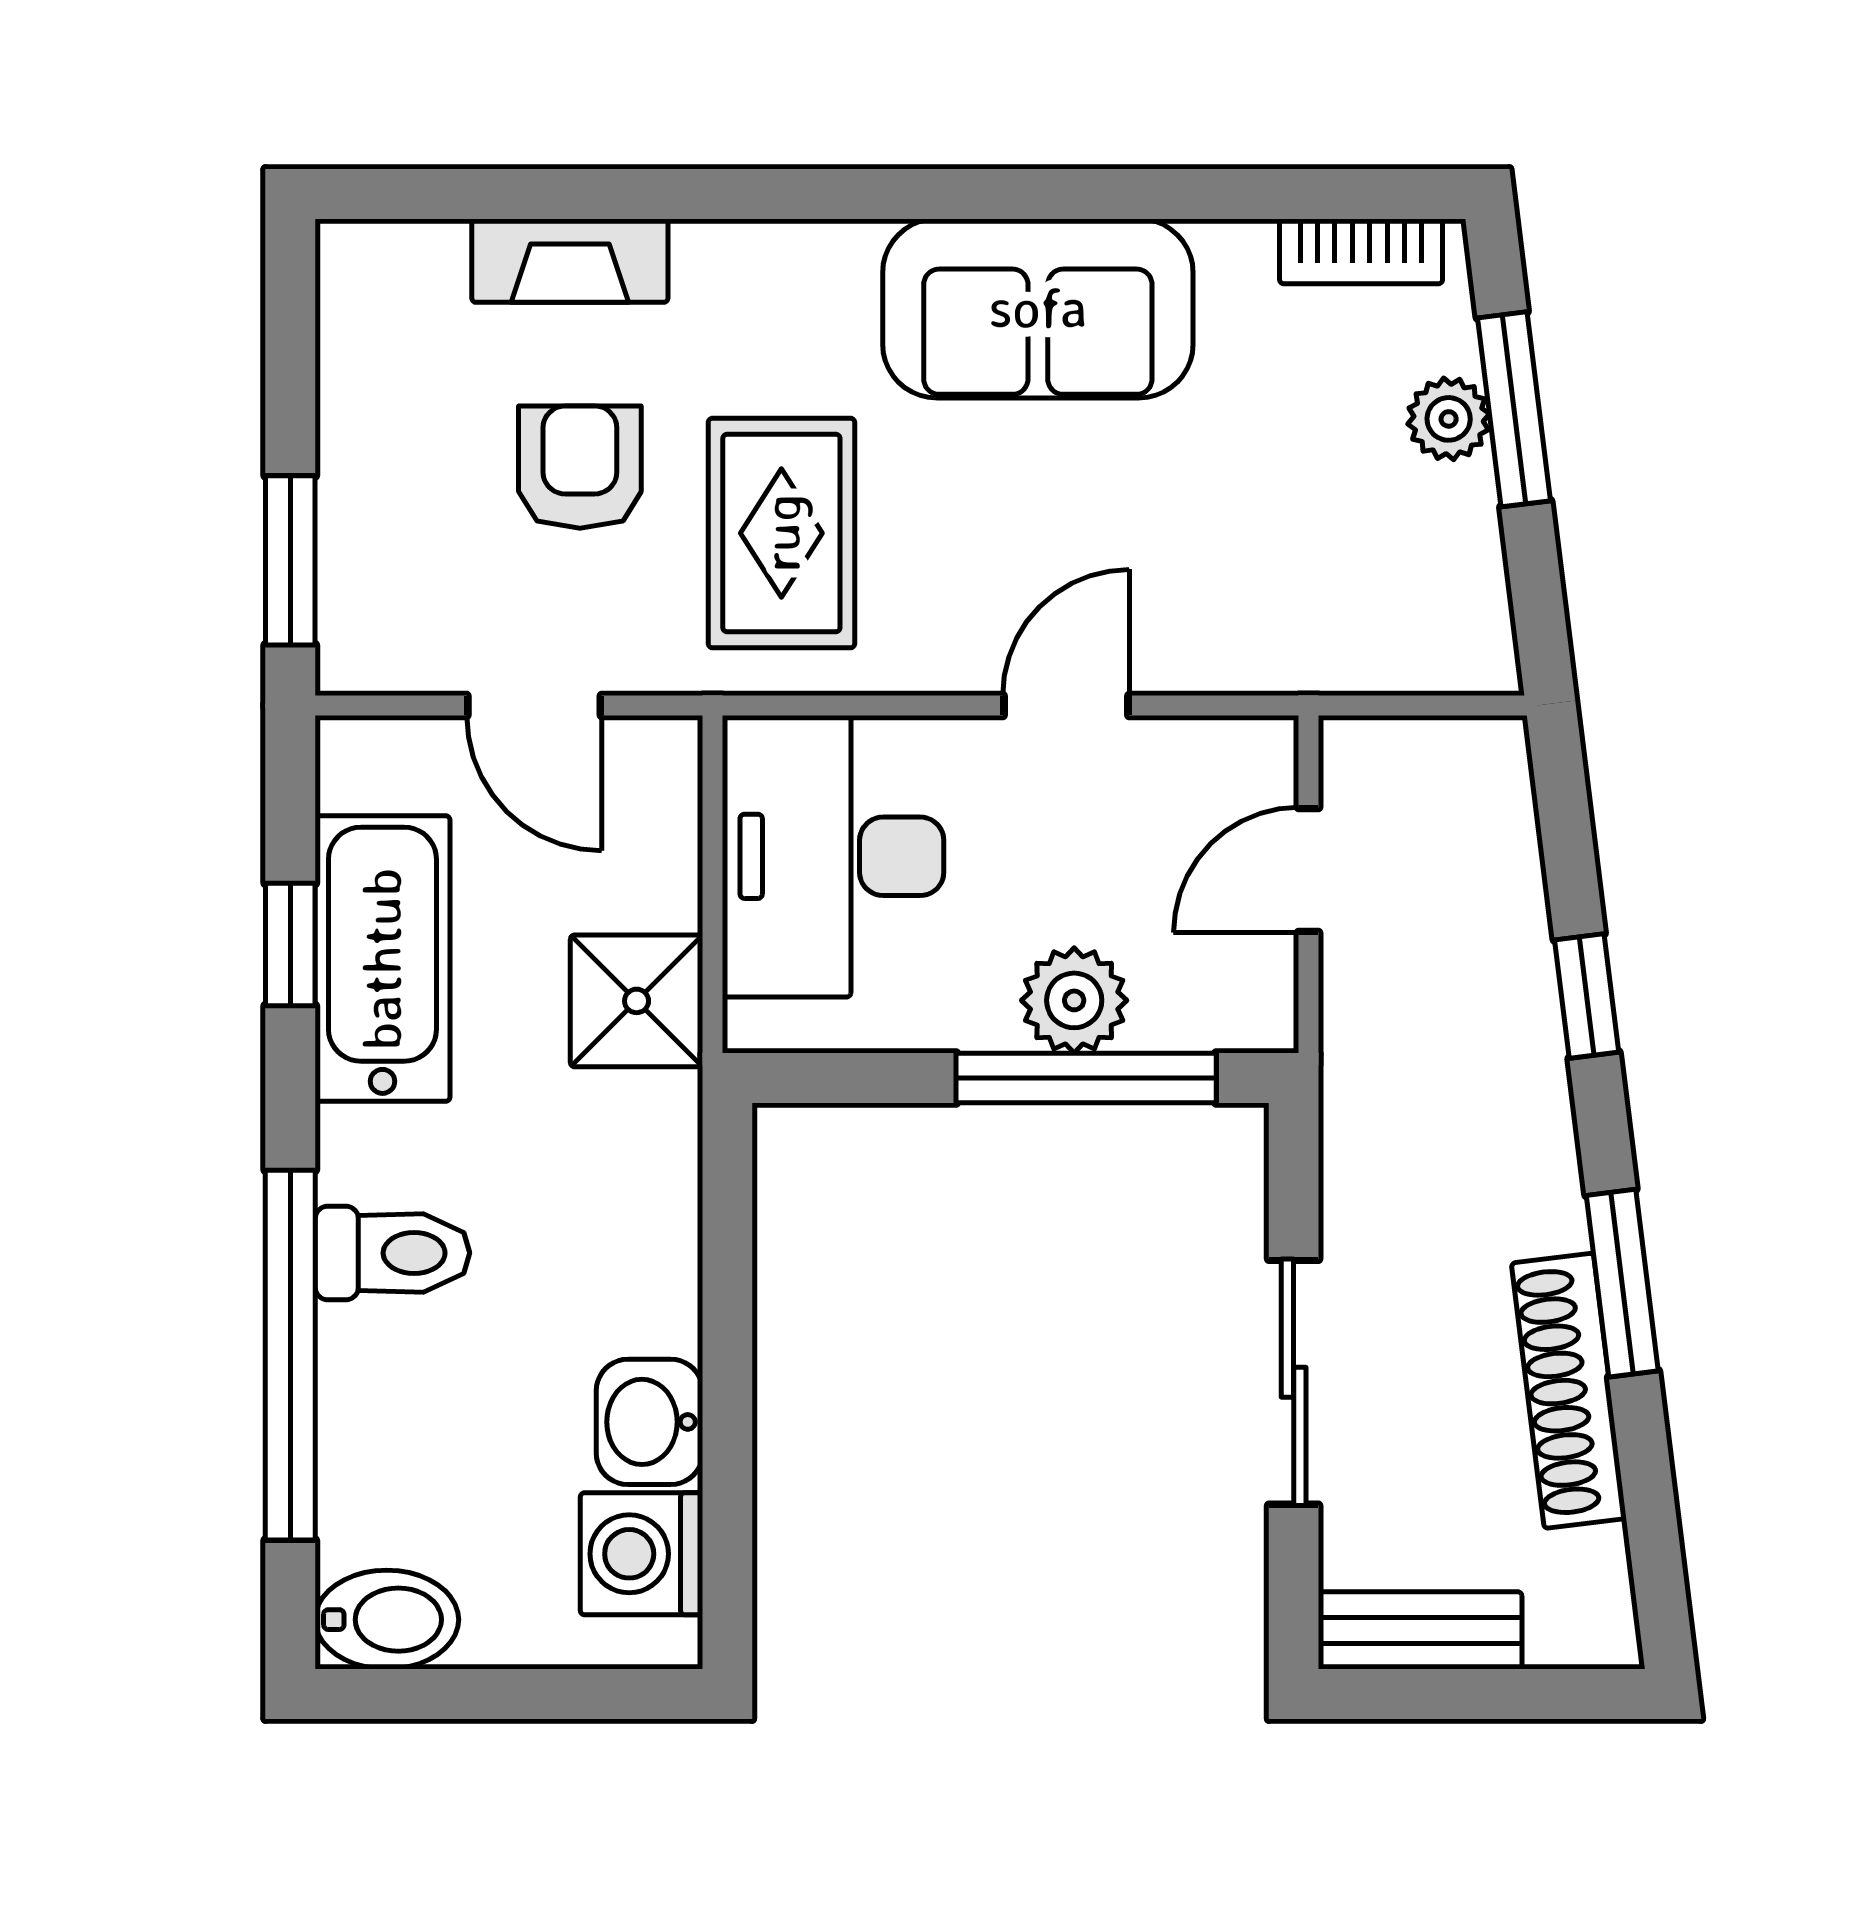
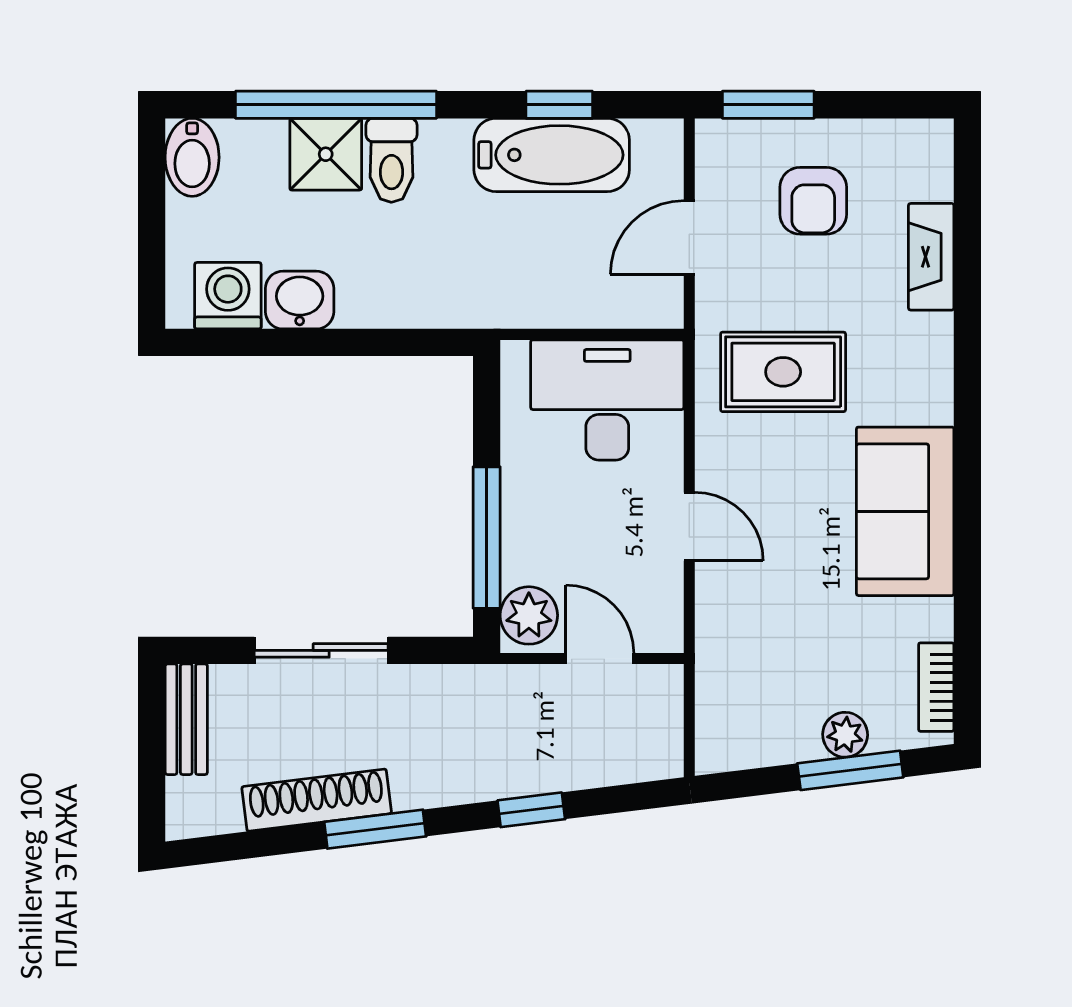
armchair: (580, 467) -> (813, 201), moved, turned 90
plant: (1074, 1000) -> (529, 615), moved
shower: (637, 1001) -> (326, 154), moved

